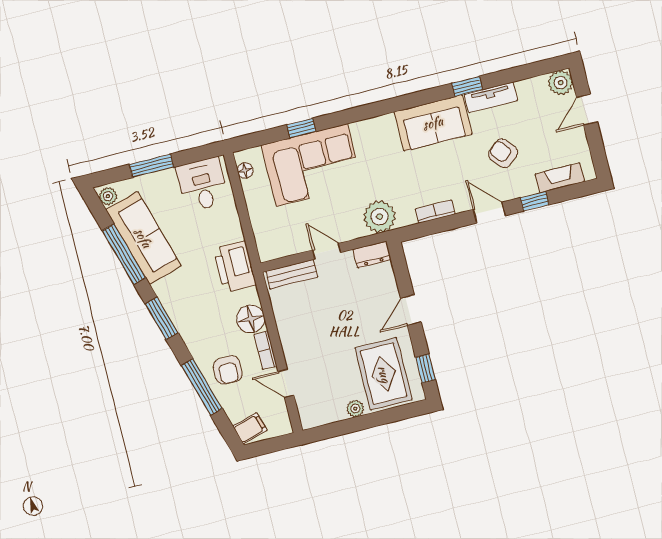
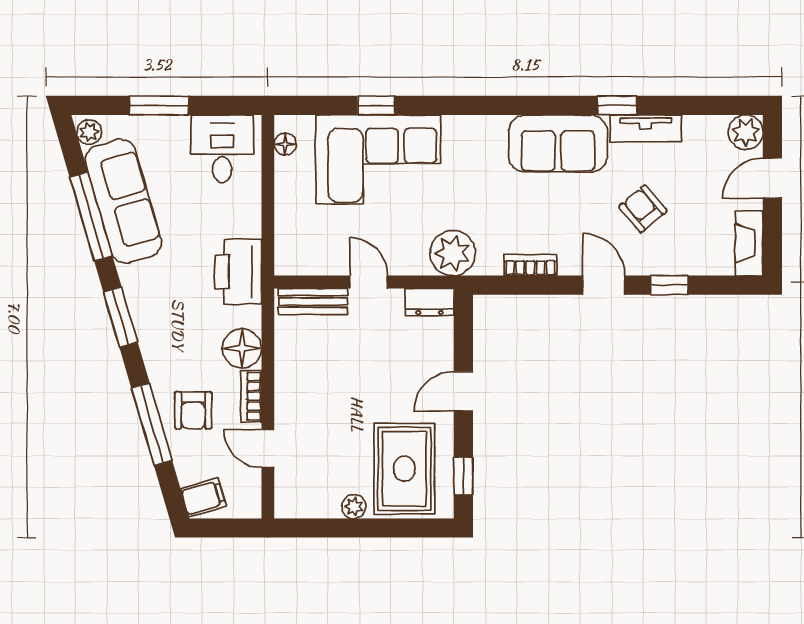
fireplace: (560, 178) -> (749, 243), moved, turned -90

